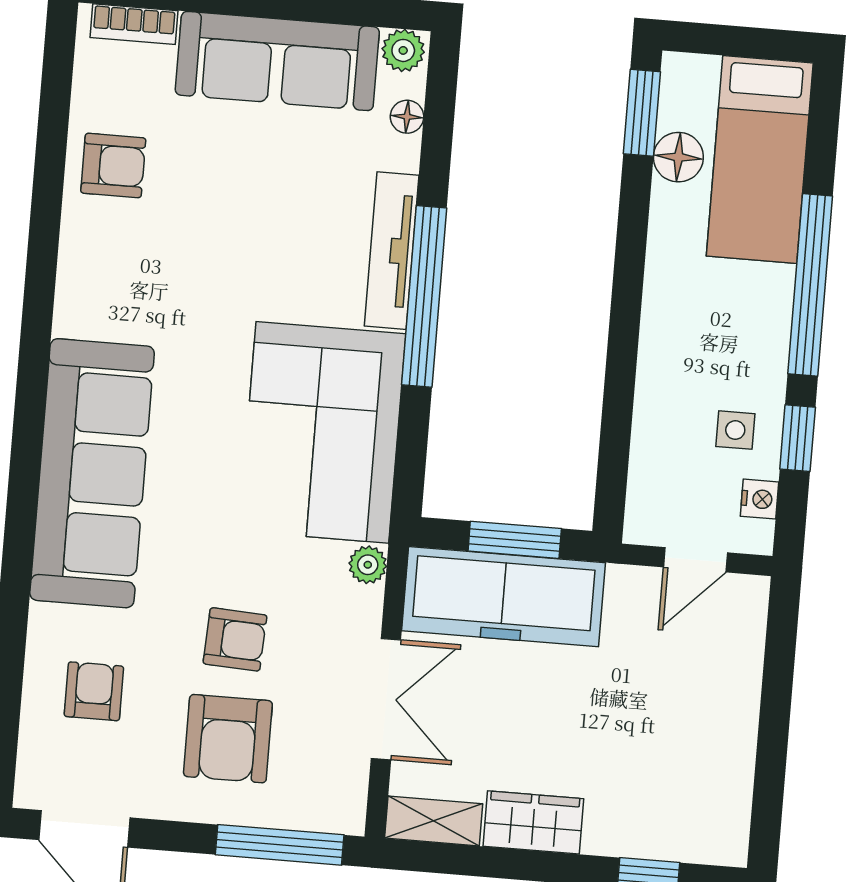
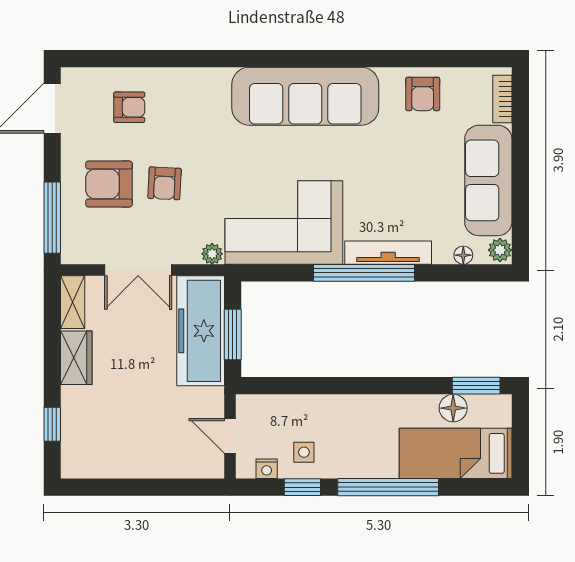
sofa: (92, 473) -> (305, 96), moved

